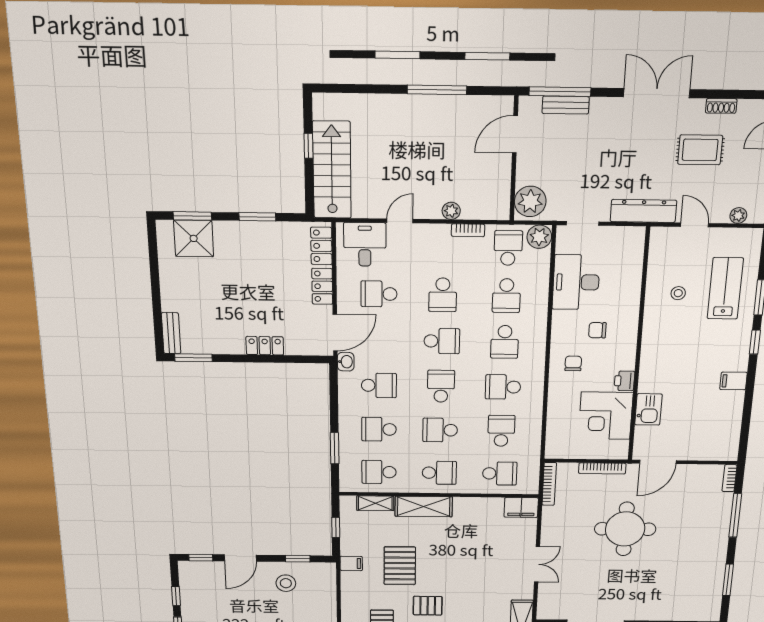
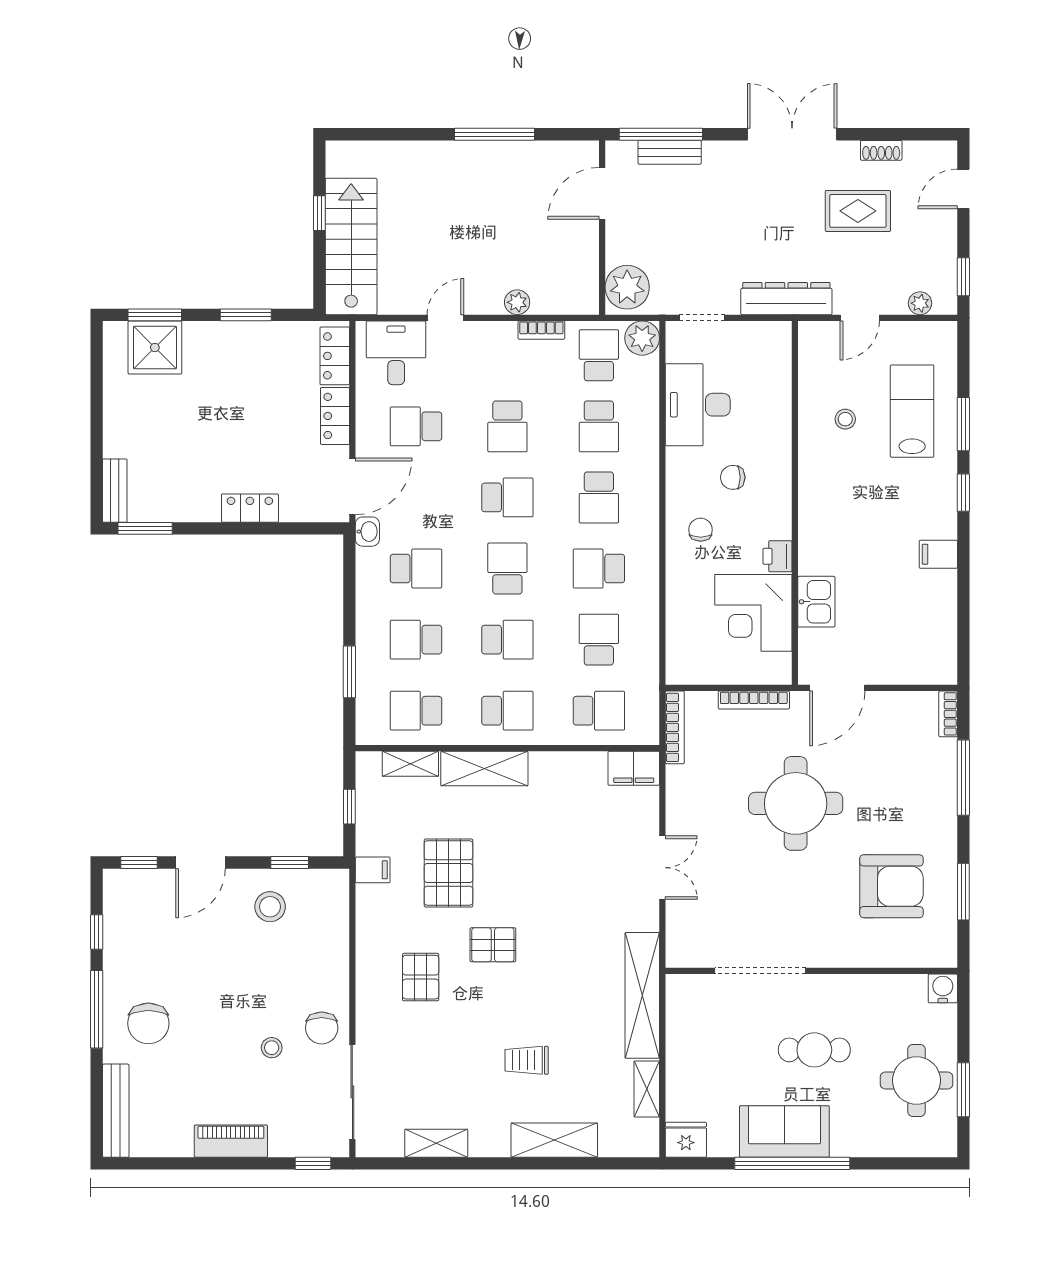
door: (695, 225) -> (860, 318), swing flipped
school desk: (440, 430) -> (507, 640), turned 180
armchair: (683, 576) -> (891, 886), added

